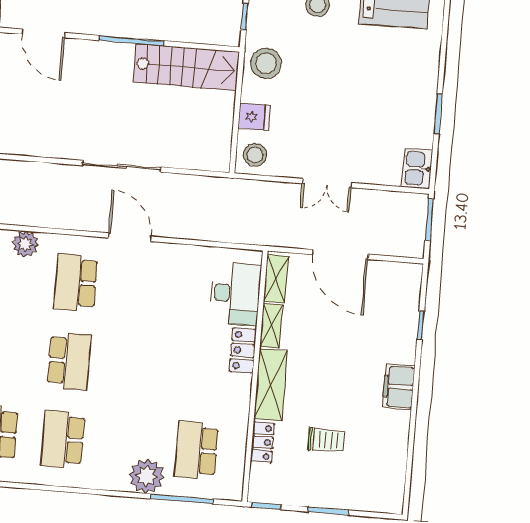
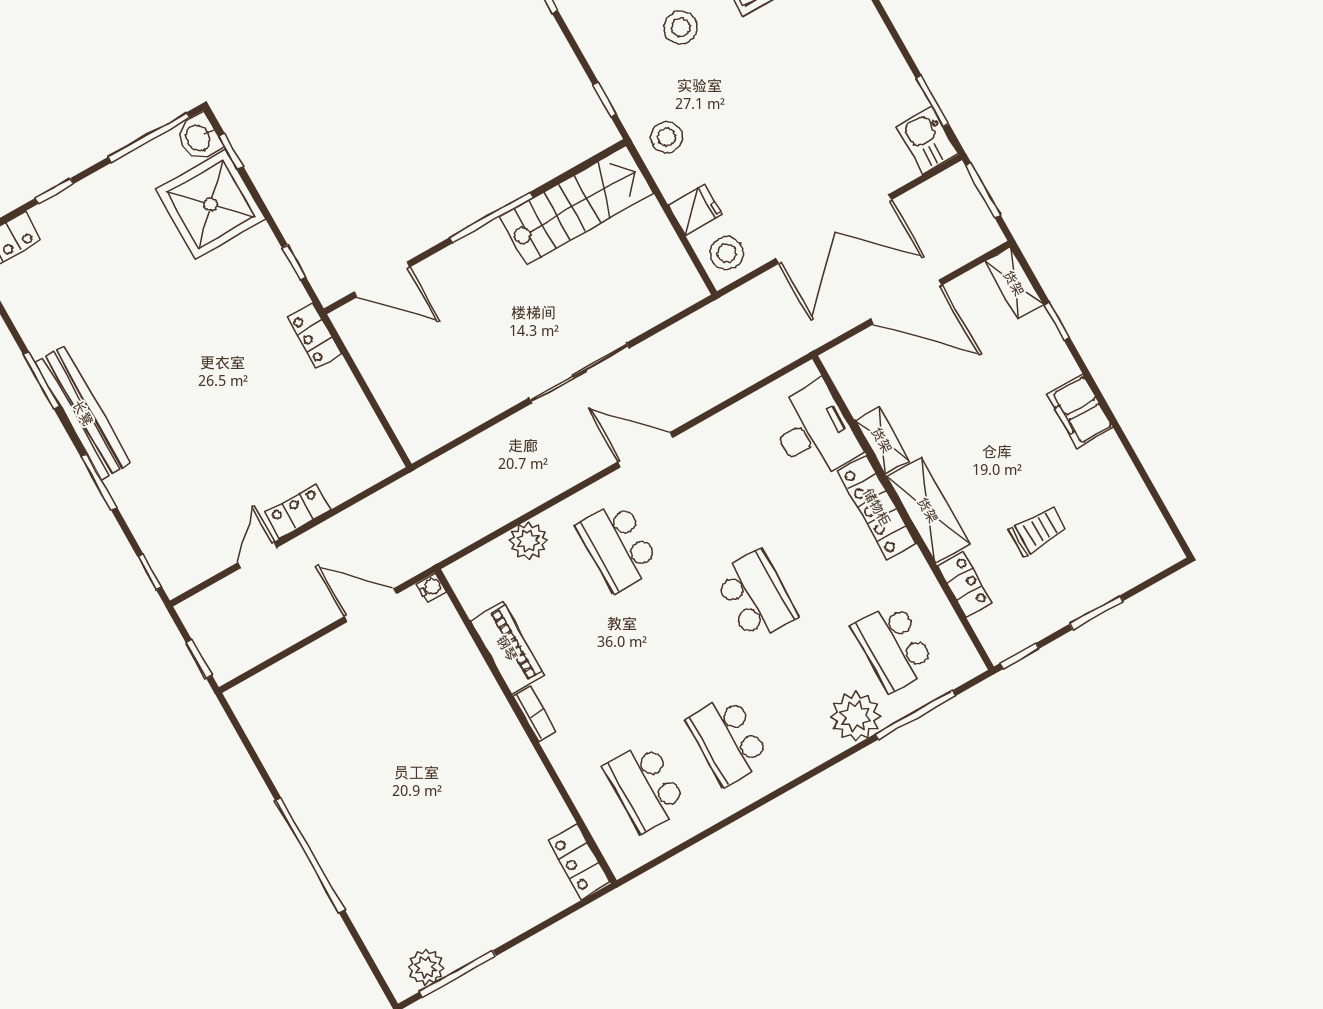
stool: (266, 63) -> (667, 137), width x0.73, depth x0.73
window: (438, 114) -> (932, 101), moved
double door: (327, 183) -> (834, 229), width x1.87
shelving: (276, 279) -> (1014, 283), moved
locker: (243, 350) -> (877, 507), width x1.53
school desk: (69, 361) -> (756, 596), moved

